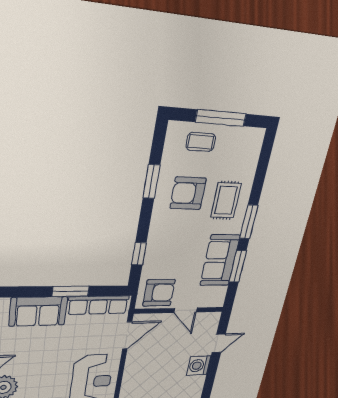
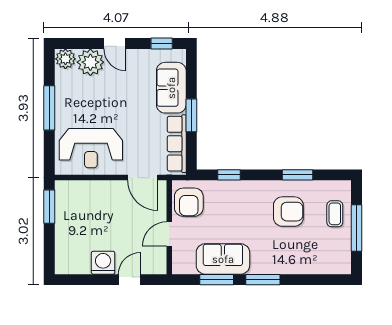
armchair: (188, 193) -> (288, 212), turned 90
rug: (226, 200) -> (283, 251), removed
door: (219, 343) -> (129, 280), swing flipped

